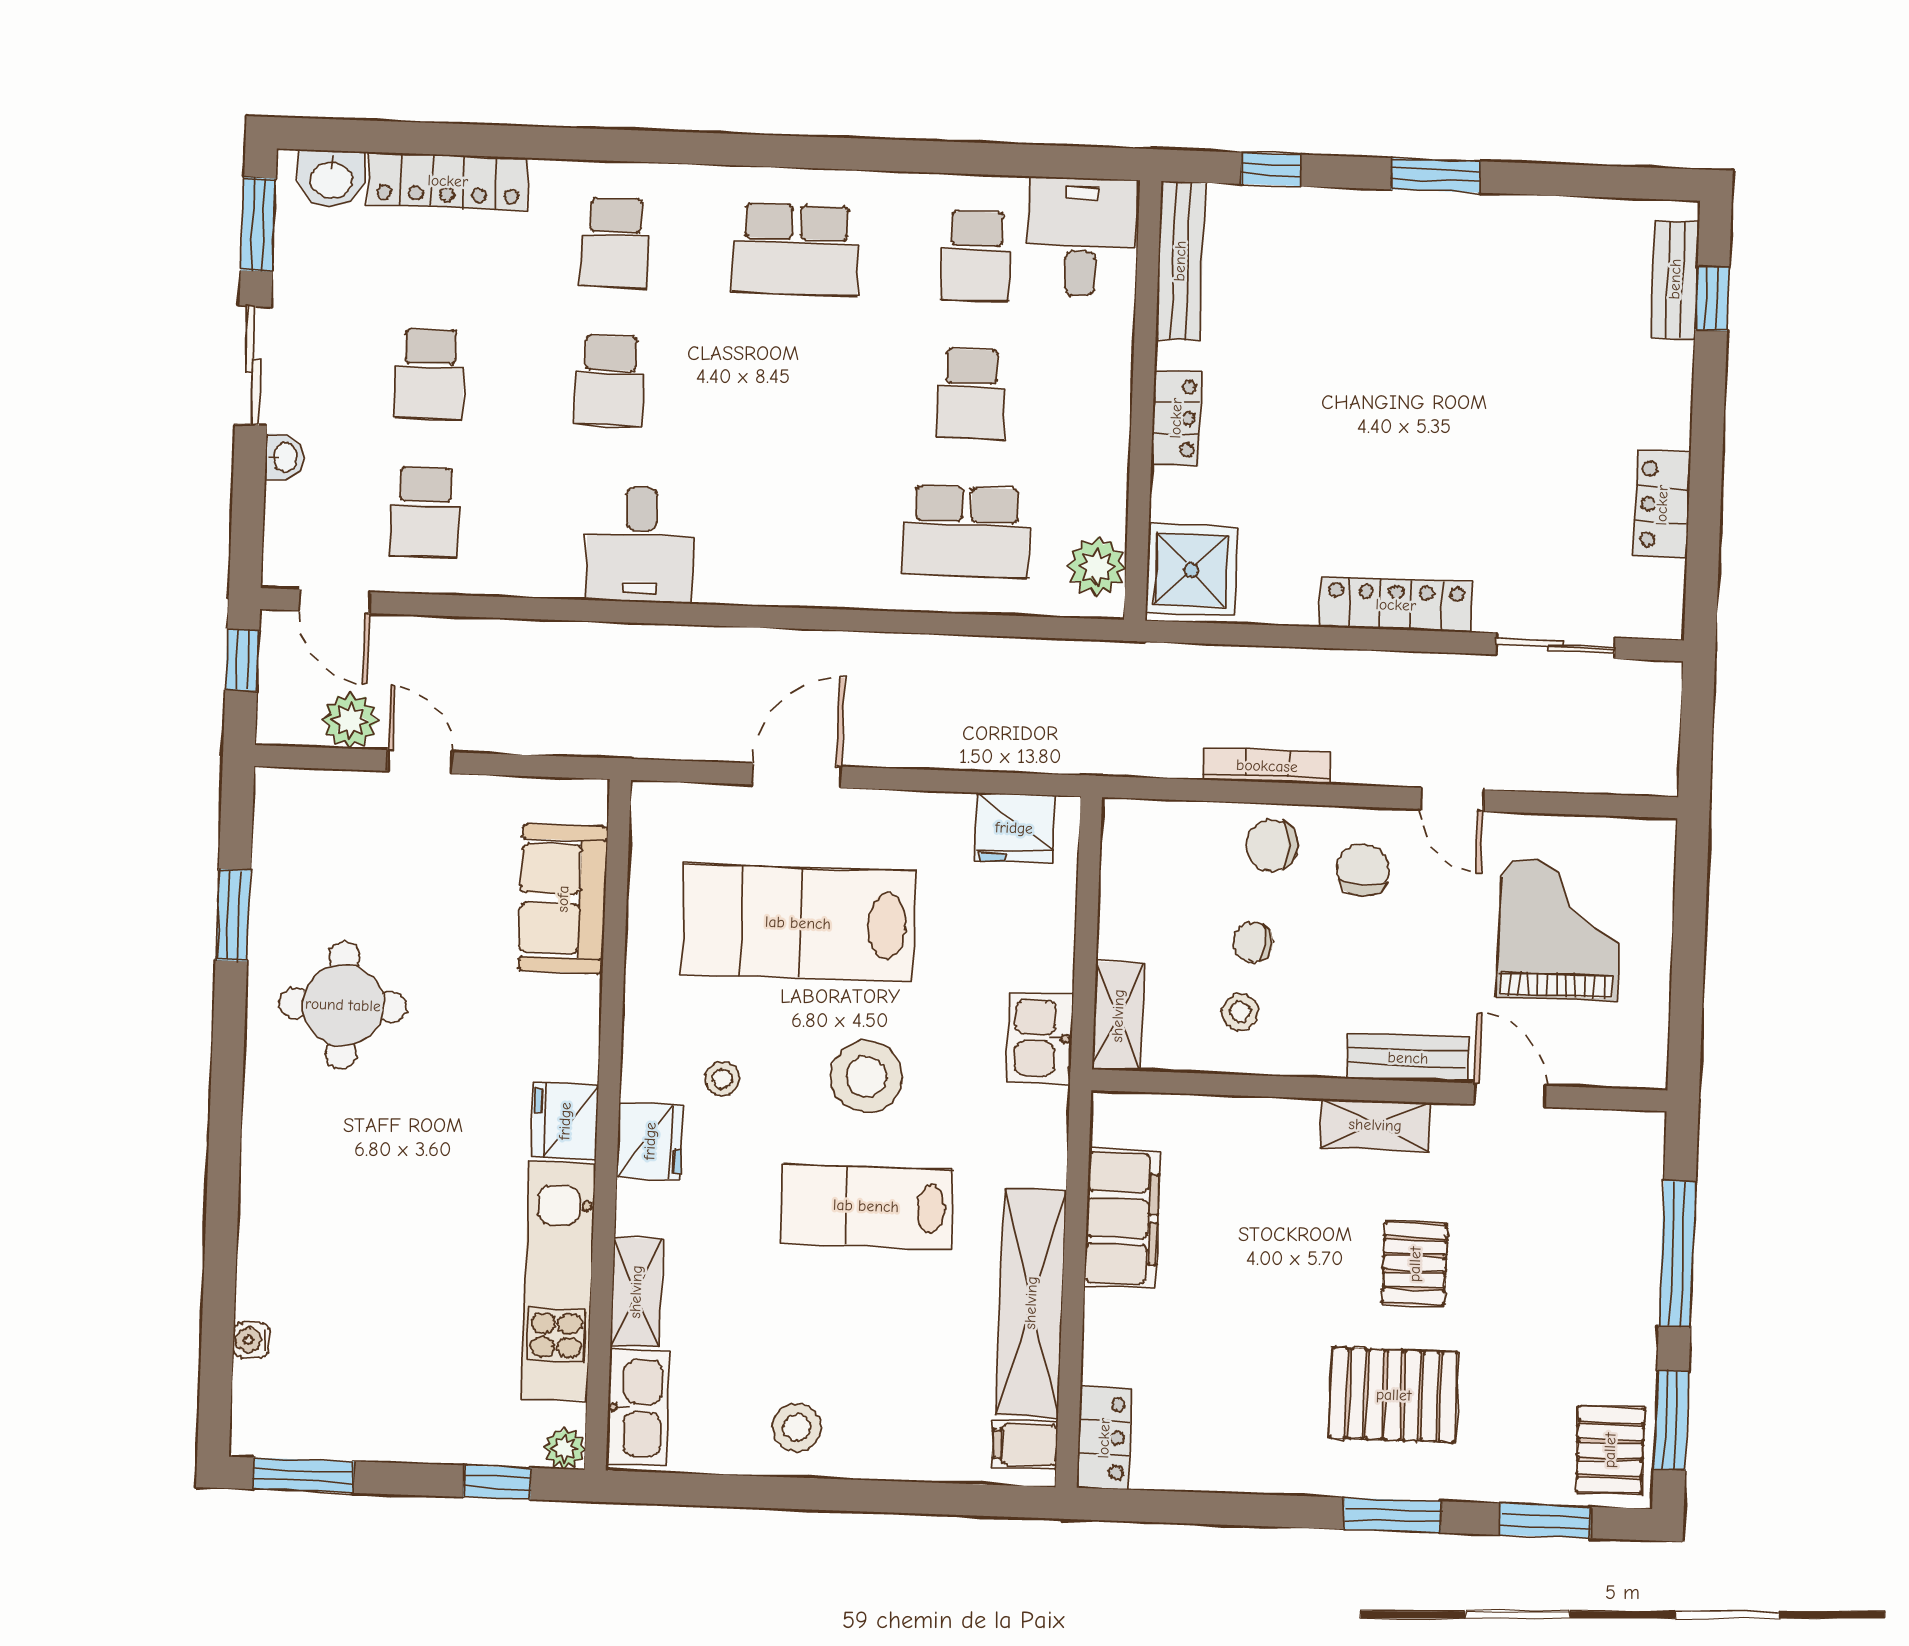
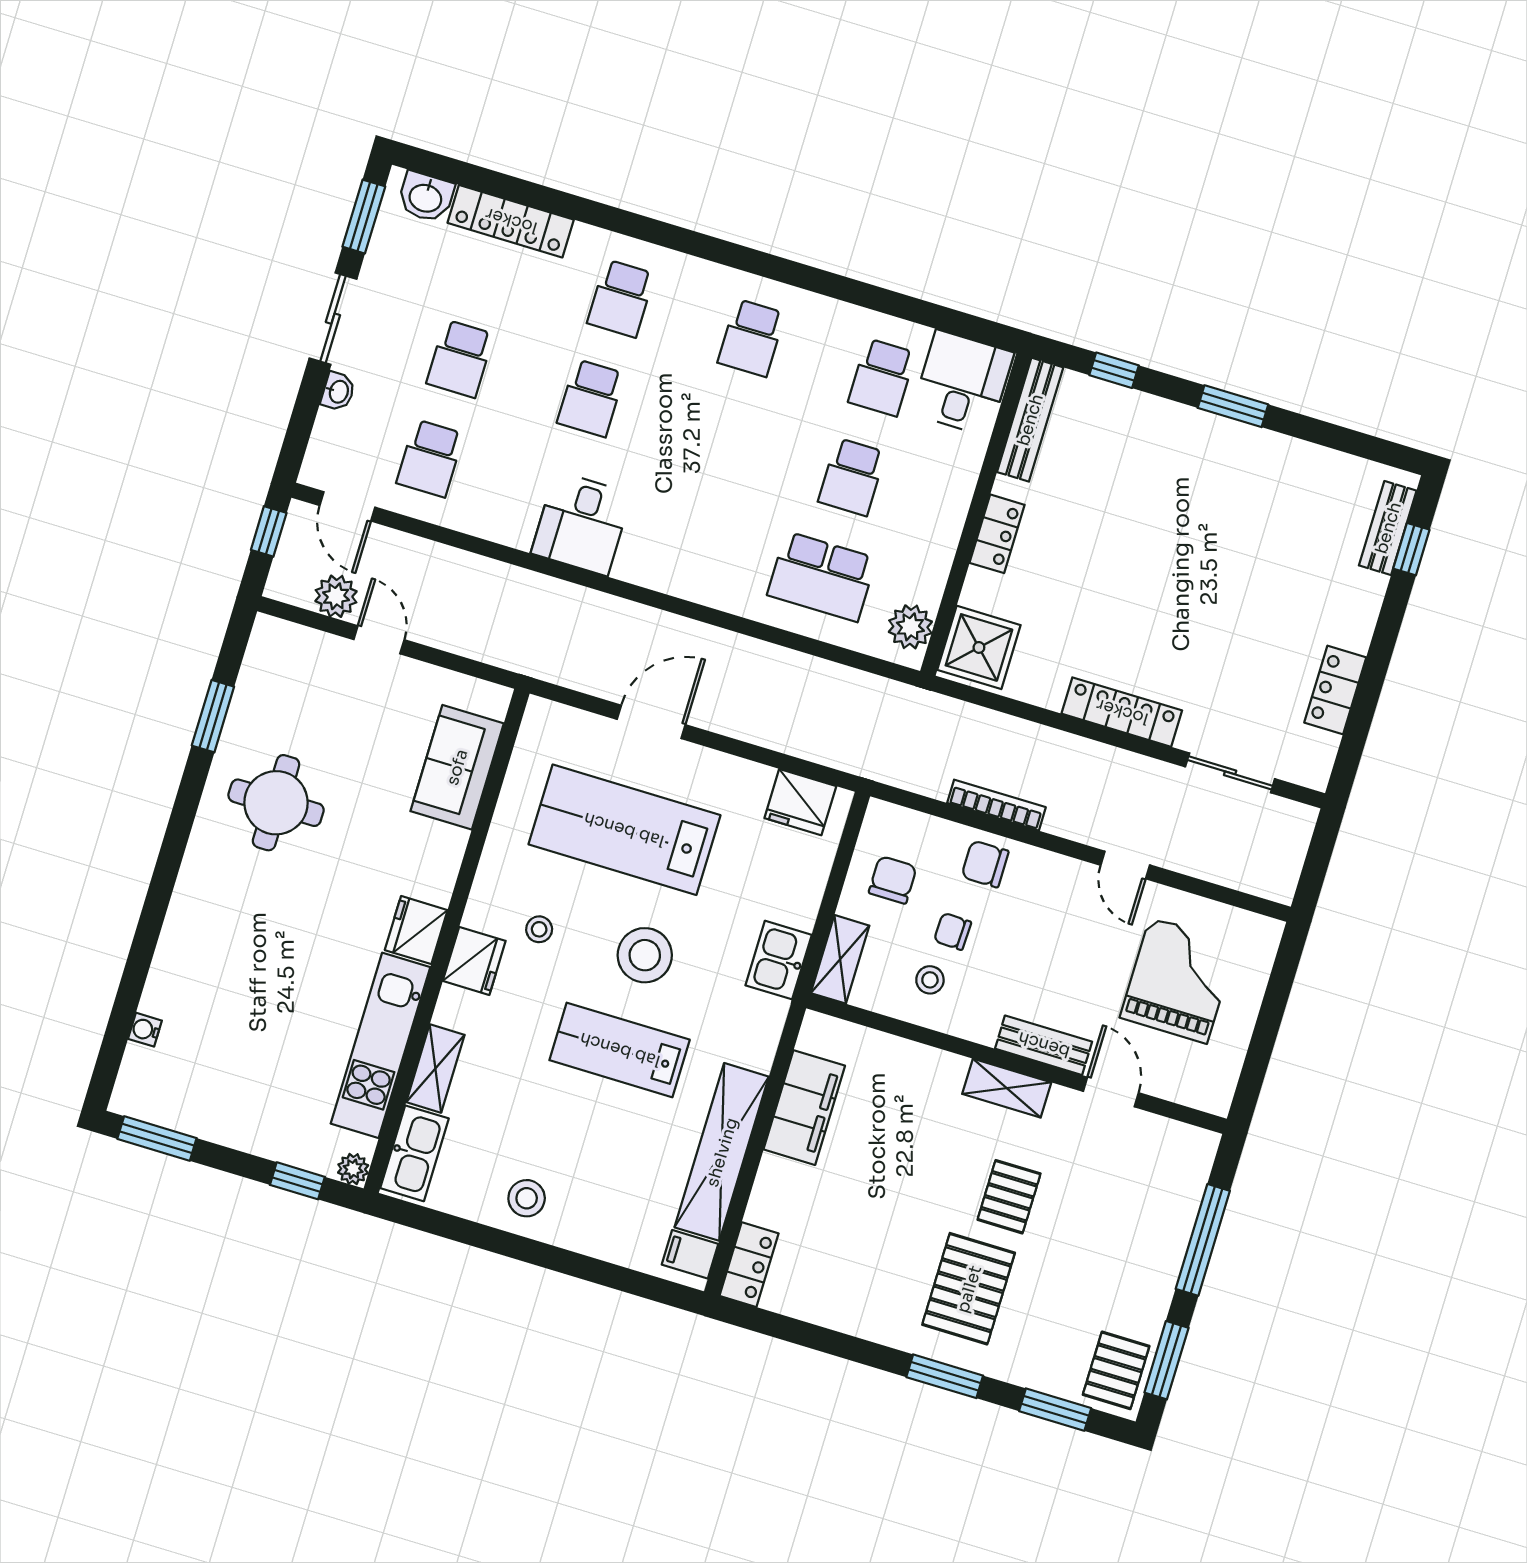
school desk: (796, 250) -> (751, 338), width x0.54
chair: (1363, 870) -> (893, 880), moved
pallet: (1394, 1395) -> (969, 1289), turned 90

